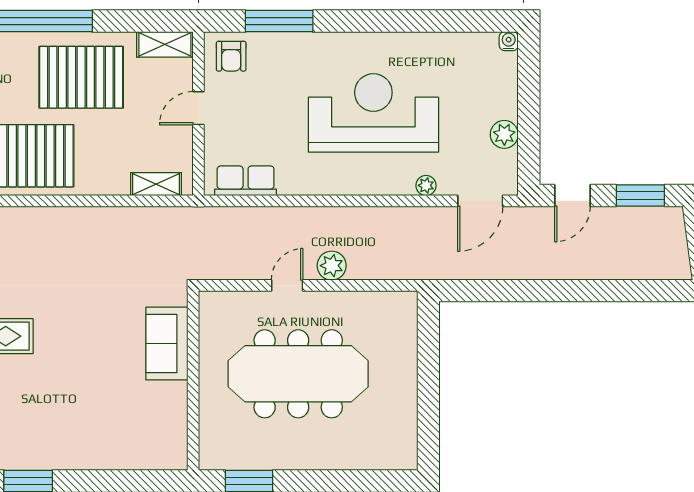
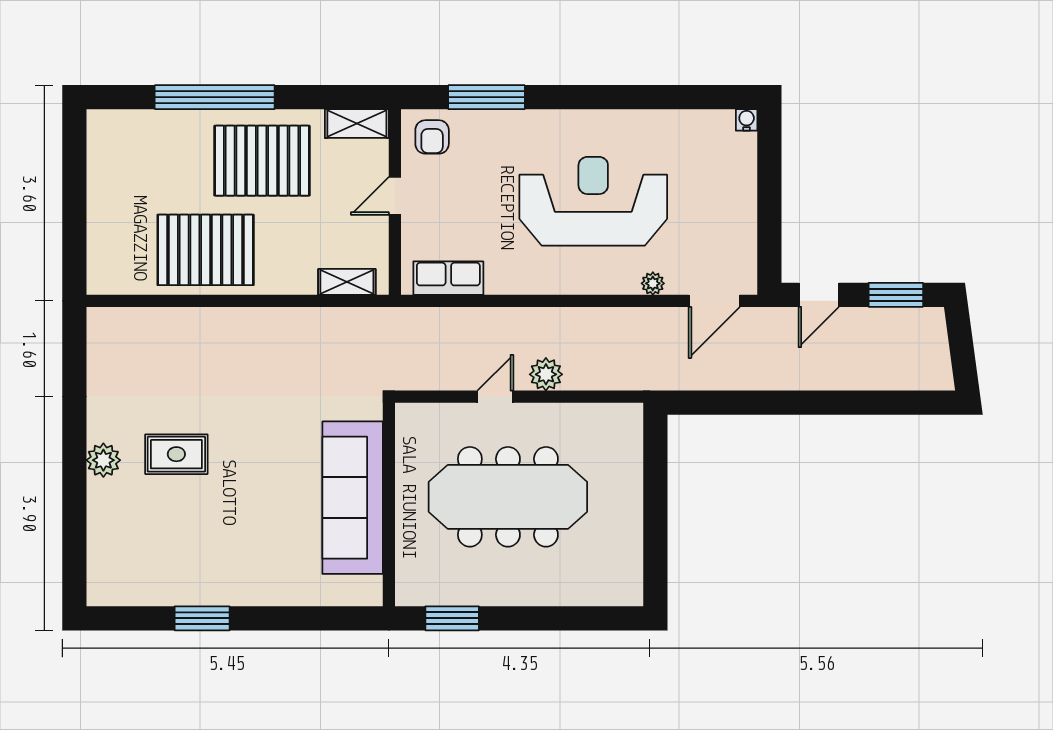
plant: (504, 134) -> (741, 226), removed
sofa: (167, 344) -> (353, 498), width x1.85, depth x1.27

